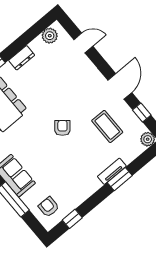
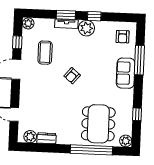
dresser: (22, 58) -> (47, 138), moved
plant: (89, 184) -> (86, 28), added
window: (72, 219) -> (94, 16), moved

